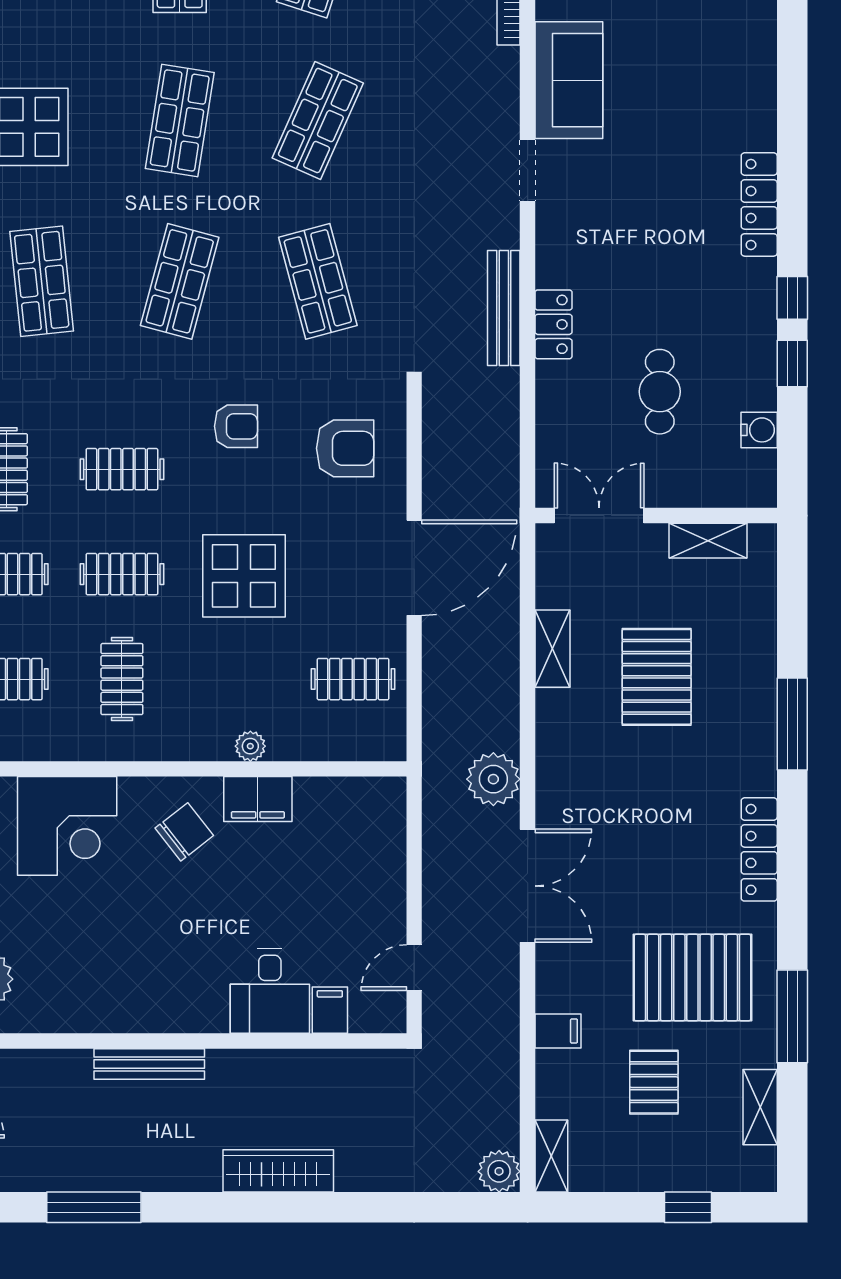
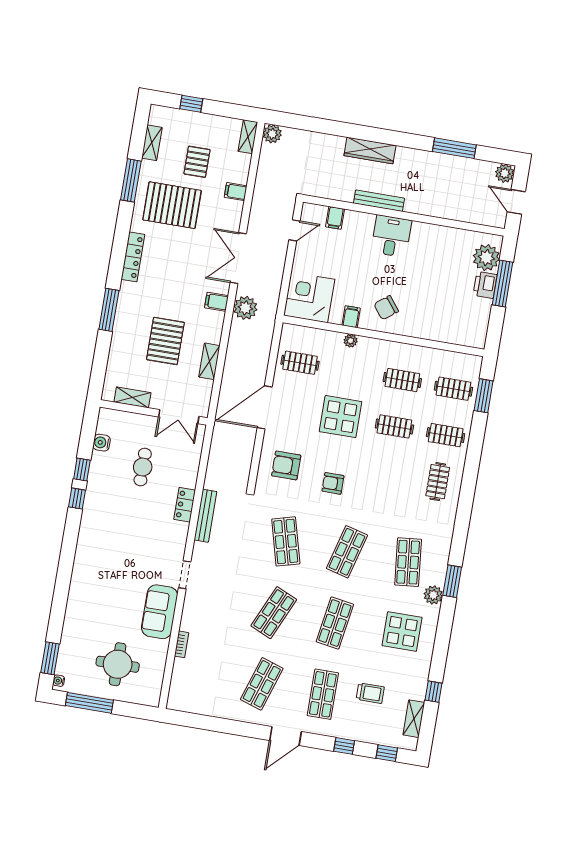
locker: (759, 204) -> (85, 542), removed
clothes rail: (122, 469) -> (387, 473), removed
clothes rail: (122, 679) -> (402, 380), turned 90
filing cabinet: (559, 782) -> (216, 302), added
filing cabinet: (258, 799) -> (351, 317), width x0.50
corner desk: (67, 826) -> (309, 297), moved
desk: (270, 991) -> (391, 236), moved
bench: (149, 1064) -> (379, 201), moved

